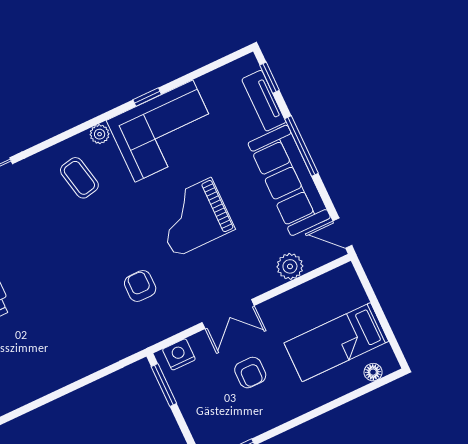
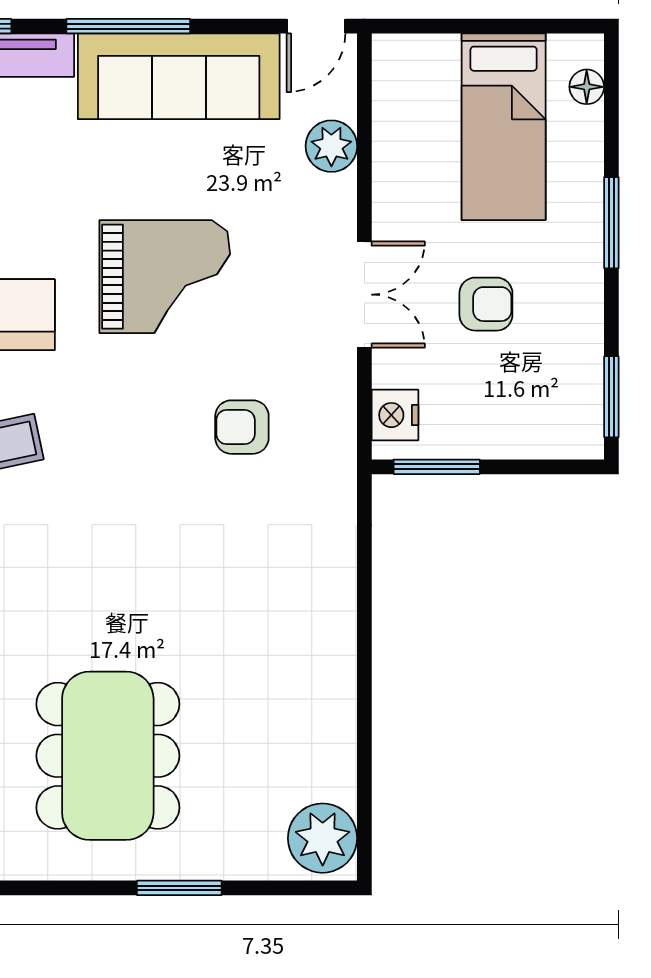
grand piano: (193, 217) -> (165, 277), turned -90
window: (315, 413) -> (611, 223), added

